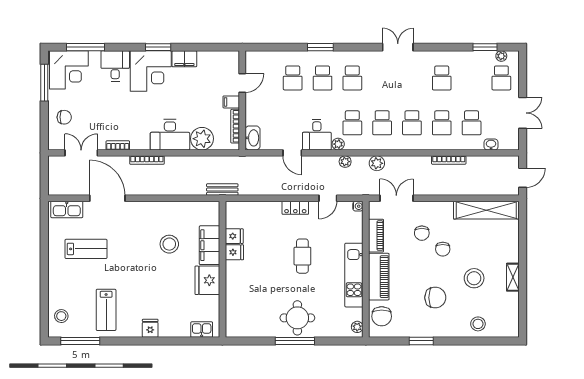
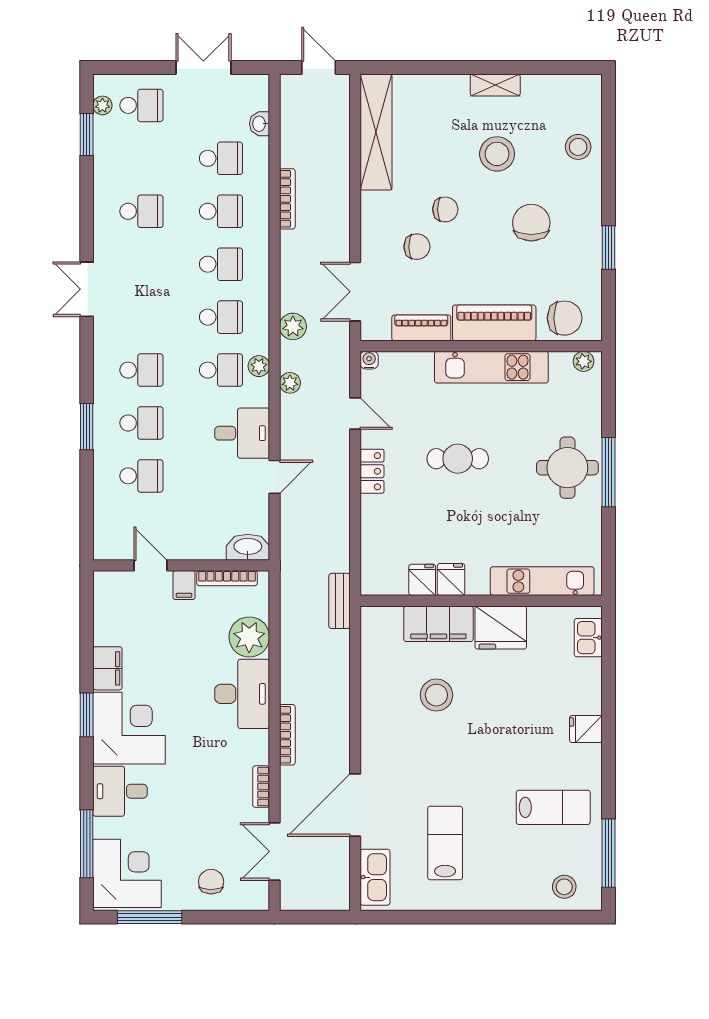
plant: (338, 144) -> (259, 366), moved
kitchen unit: (233, 304) -> (542, 581), added

